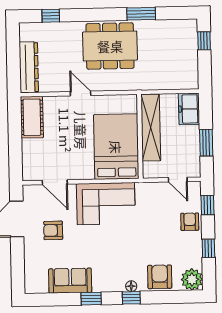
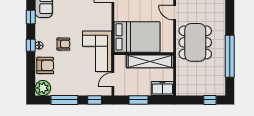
window: (141, 14) -> (230, 56), width x2.11
dining table: (110, 46) -> (195, 42), moved
door: (81, 94) -> (175, 13), swing flipped
corner sofa: (106, 204) -> (97, 51), moved
armchair: (190, 222) -> (63, 44), moved
window: (208, 248) -> (64, 100), width x2.17

